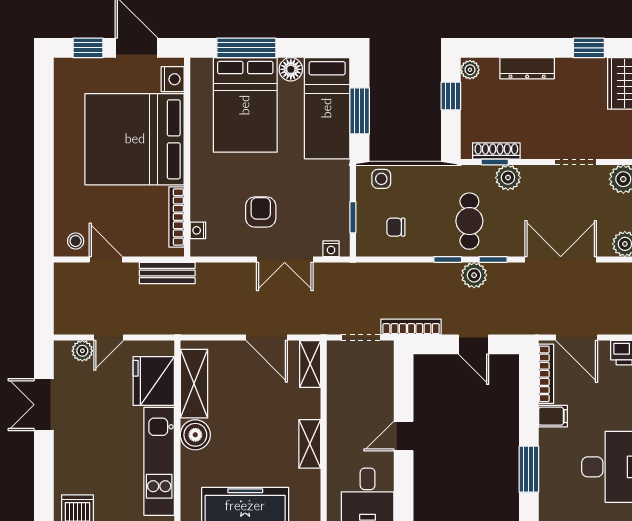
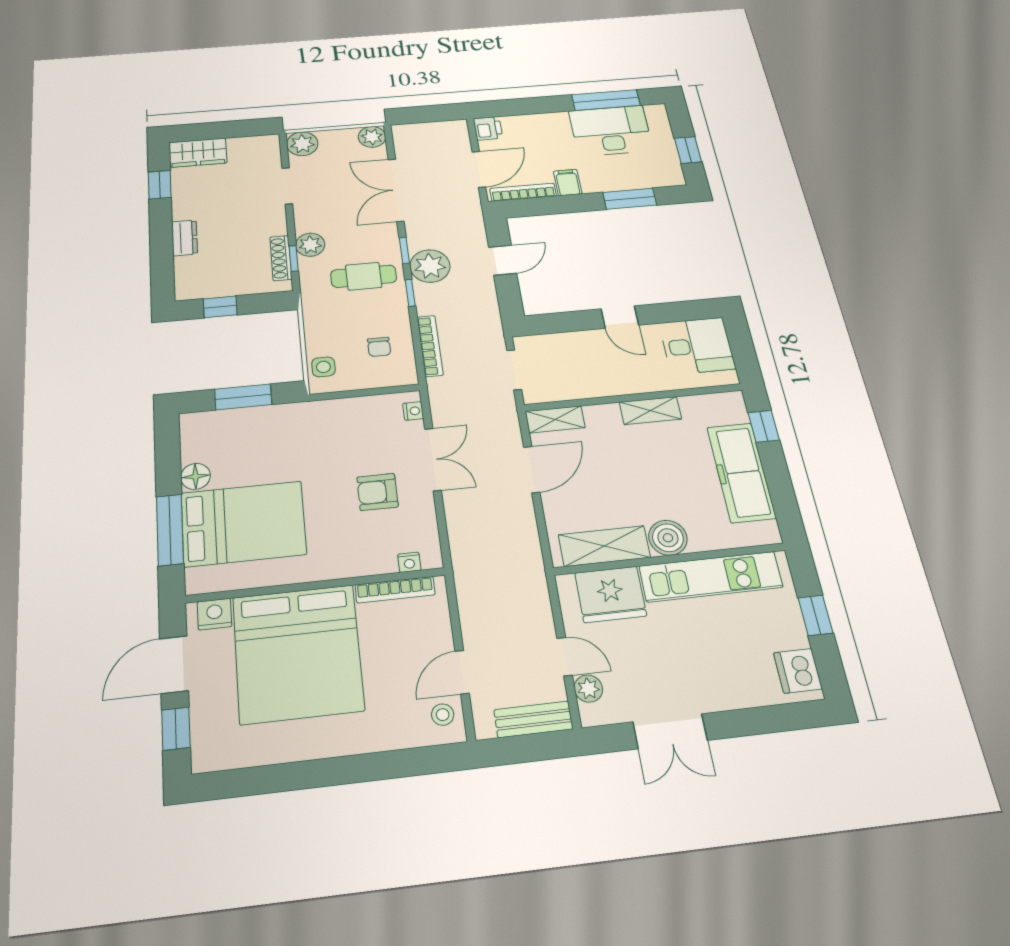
dresser: (527, 68) -> (185, 238), width x0.70
plant: (470, 70) -> (188, 291), removed
bed: (327, 108) -> (242, 432), removed
window: (353, 217) -> (373, 392), removed
bench: (167, 273) -> (533, 719), moved, turned 90
plant: (474, 275) -> (430, 266), width x1.36, depth x1.36
bookcase: (411, 327) -> (430, 346), moved, turned 180

